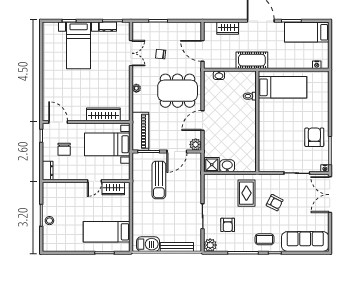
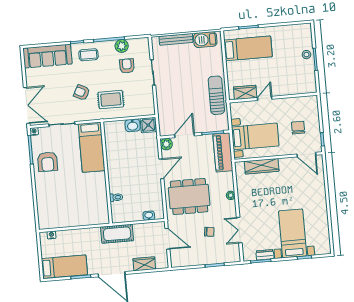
bed: (283, 87) -> (91, 147), moved, turned -90
dresser: (48, 171) -> (313, 105), removed
sun lounger: (159, 180) -> (216, 95), moved
rug: (246, 193) -> (111, 100), turned 90
plant: (210, 245) -> (122, 46), moved

